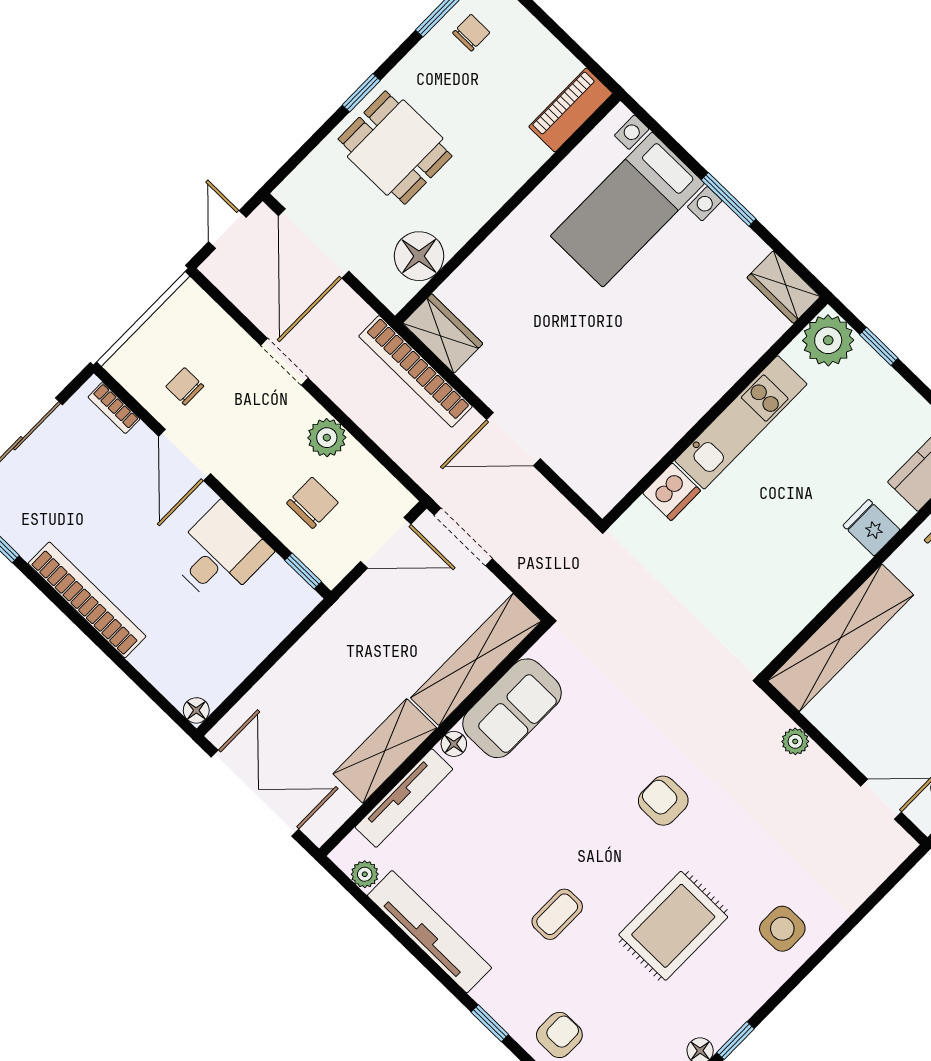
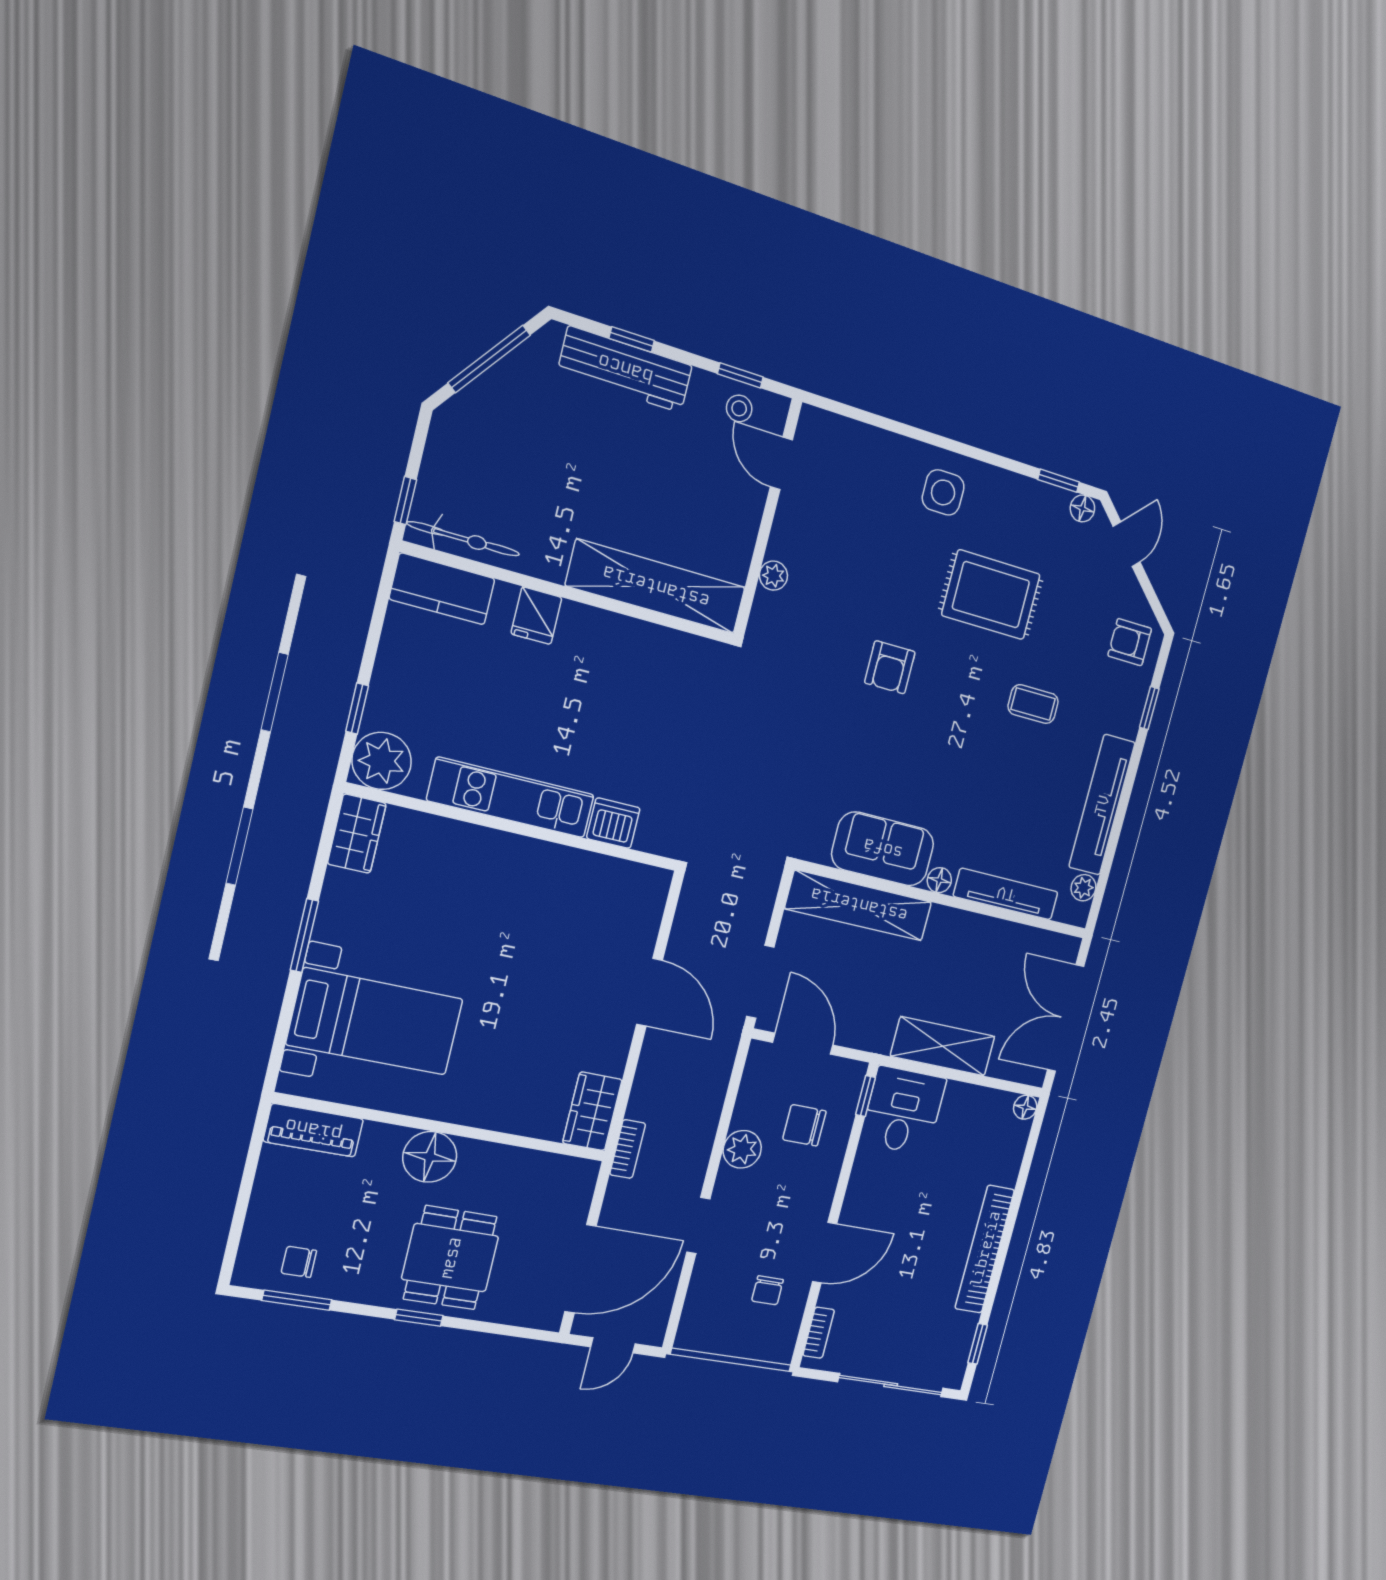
floor lamp: (419, 256) -> (430, 1157), moved
bookcase: (415, 371) -> (628, 1149), width x0.43, depth x0.76
desk: (220, 554) -> (903, 1110), moved, turned 90
shelving: (385, 751) -> (943, 1046), moved

